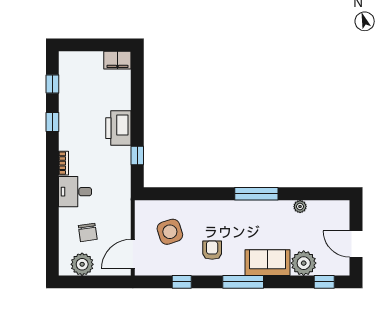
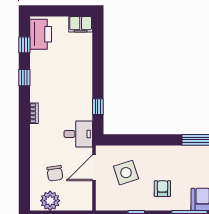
printer: (118, 128) -> (41, 34), moved, turned 180
desk: (75, 192) -> (78, 134), moved, turned 180
door: (133, 254) -> (94, 168), moved

